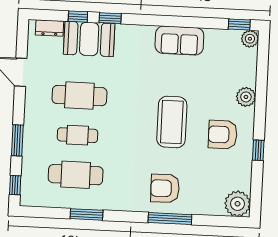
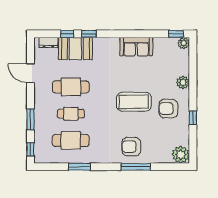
coffee table: (172, 122) -> (134, 102), turned 90

